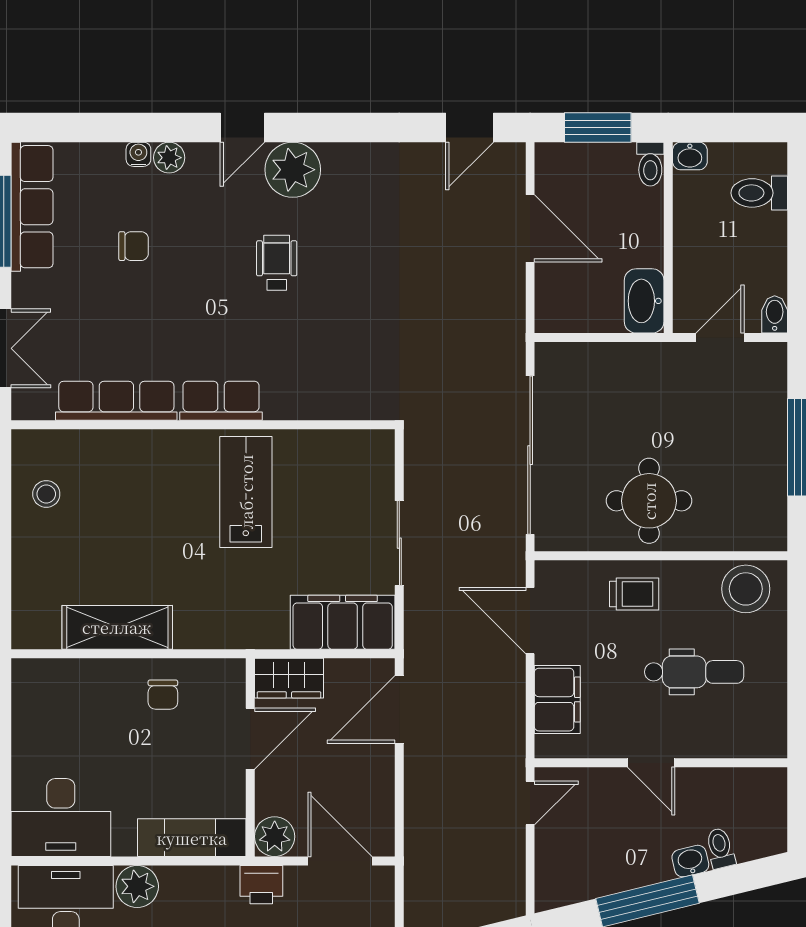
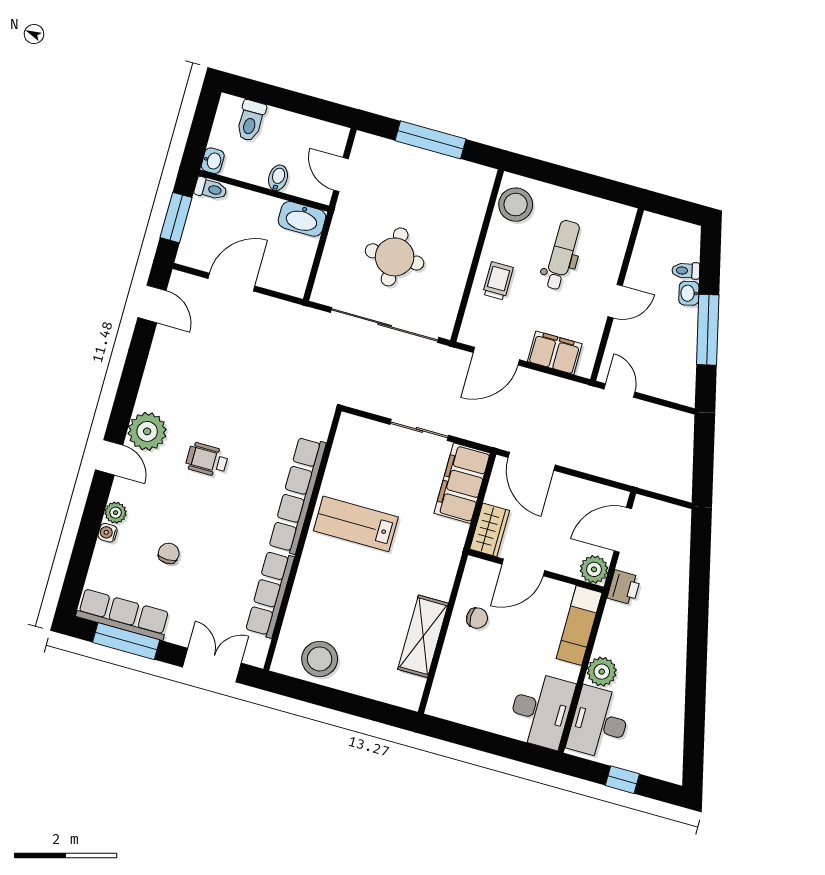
bidet: (775, 314) -> (278, 178), moved, turned 90
row of seats: (221, 401) -> (297, 495), width x2.02
stool: (46, 494) -> (320, 659), width x1.89, depth x1.89
round table: (649, 501) -> (395, 257), moved
door: (250, 739) -> (523, 567), swing flipped

